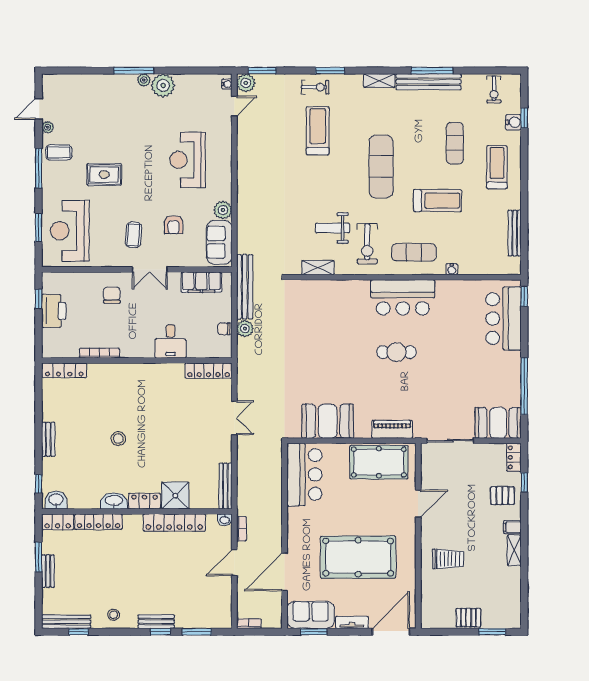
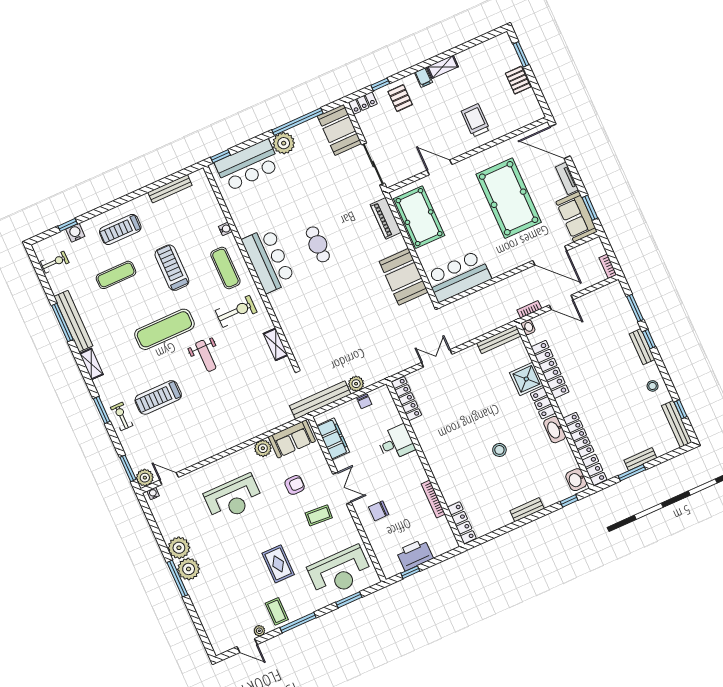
plant: (144, 80) -> (189, 569), width x1.88, depth x1.88
weight bench: (332, 228) -> (206, 356), moved
plant: (509, 363) -> (284, 143), added

